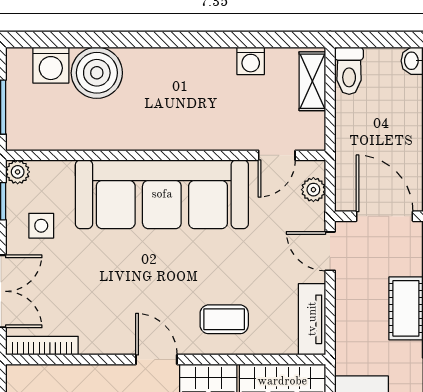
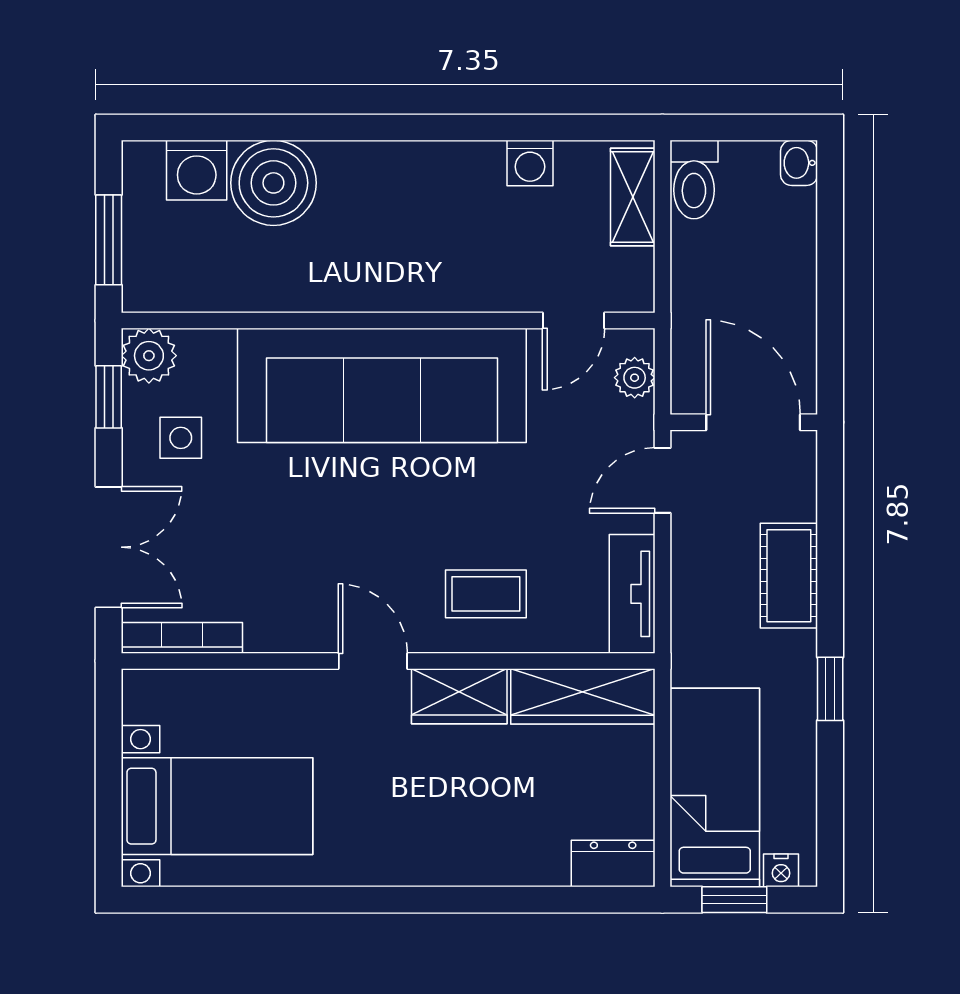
plant: (18, 172) -> (149, 356), width x1.38, depth x1.38
door: (330, 251) -> (662, 480), hinge flipped

